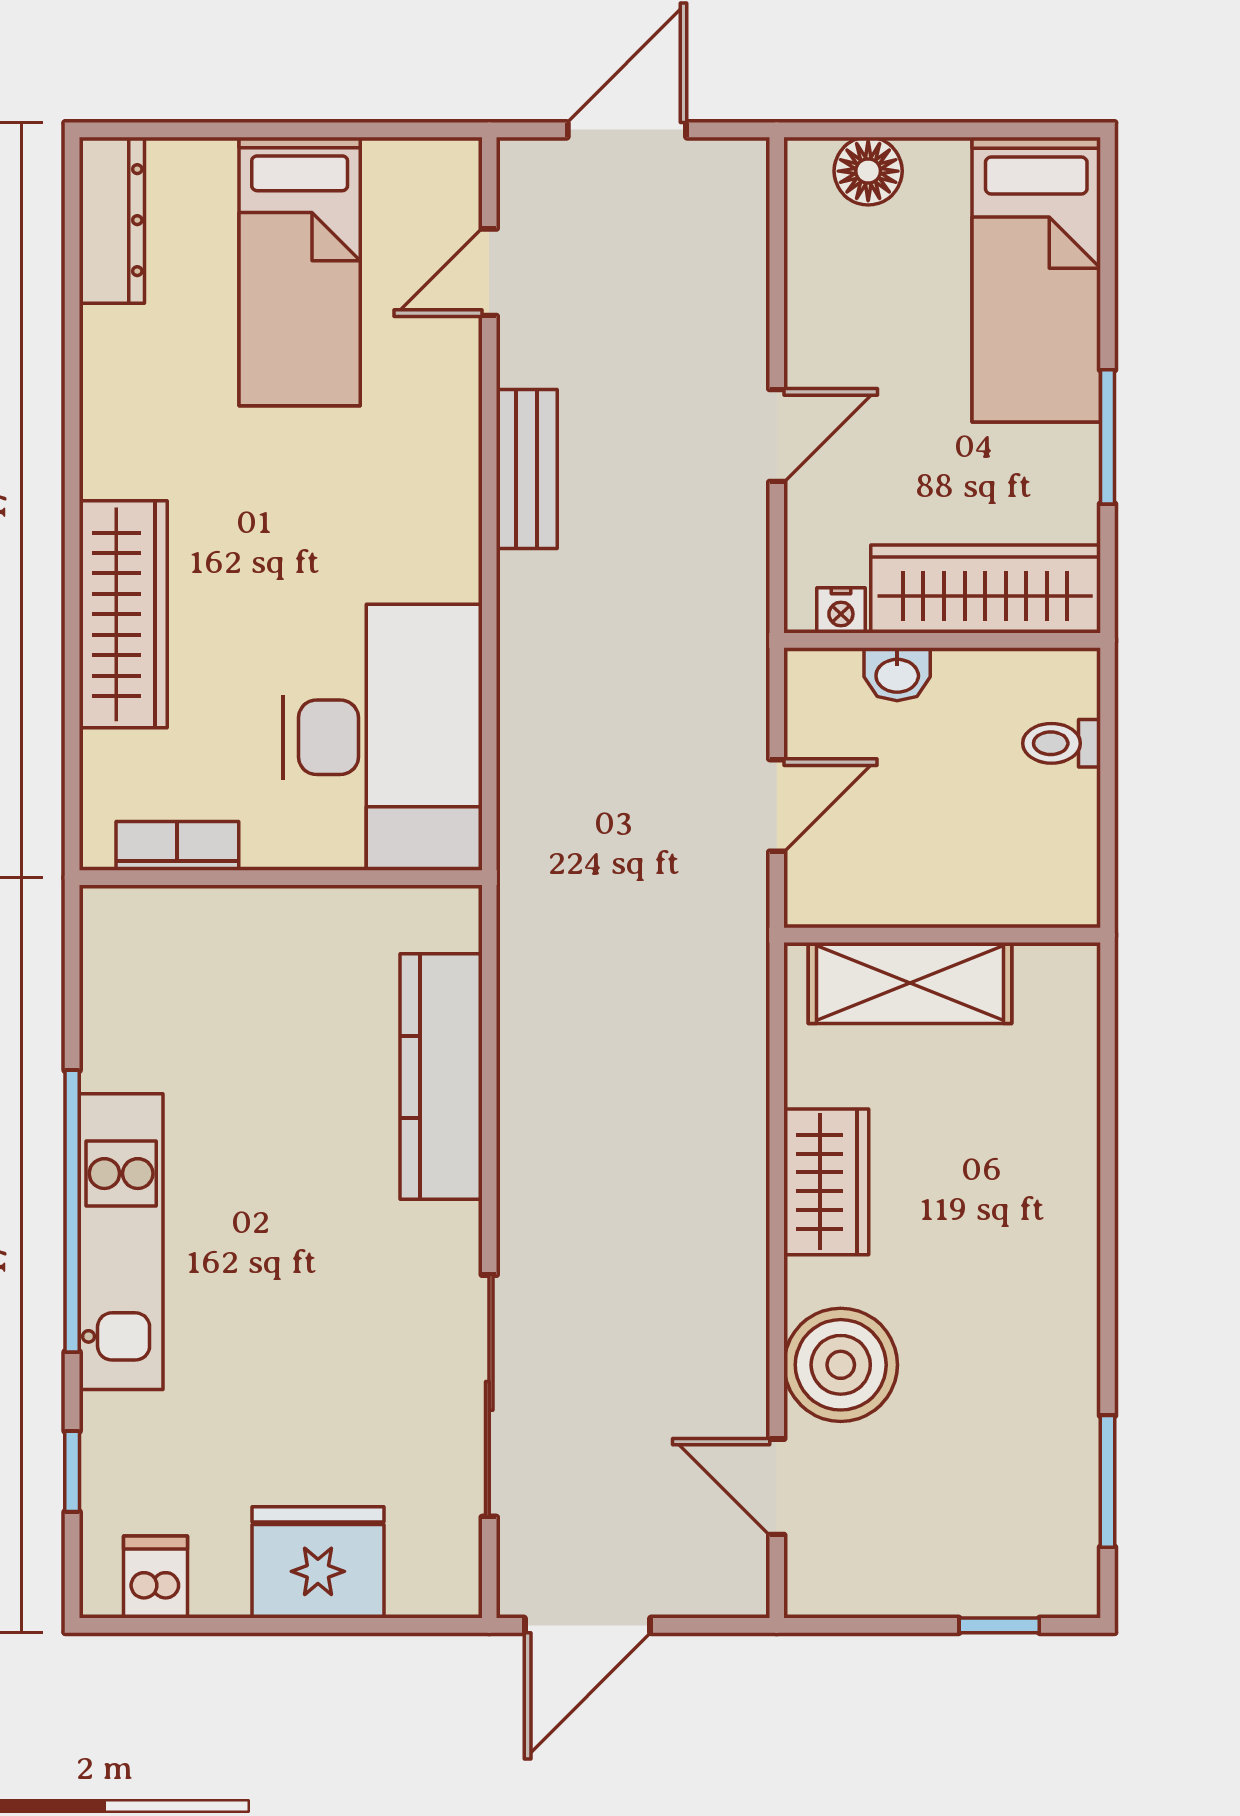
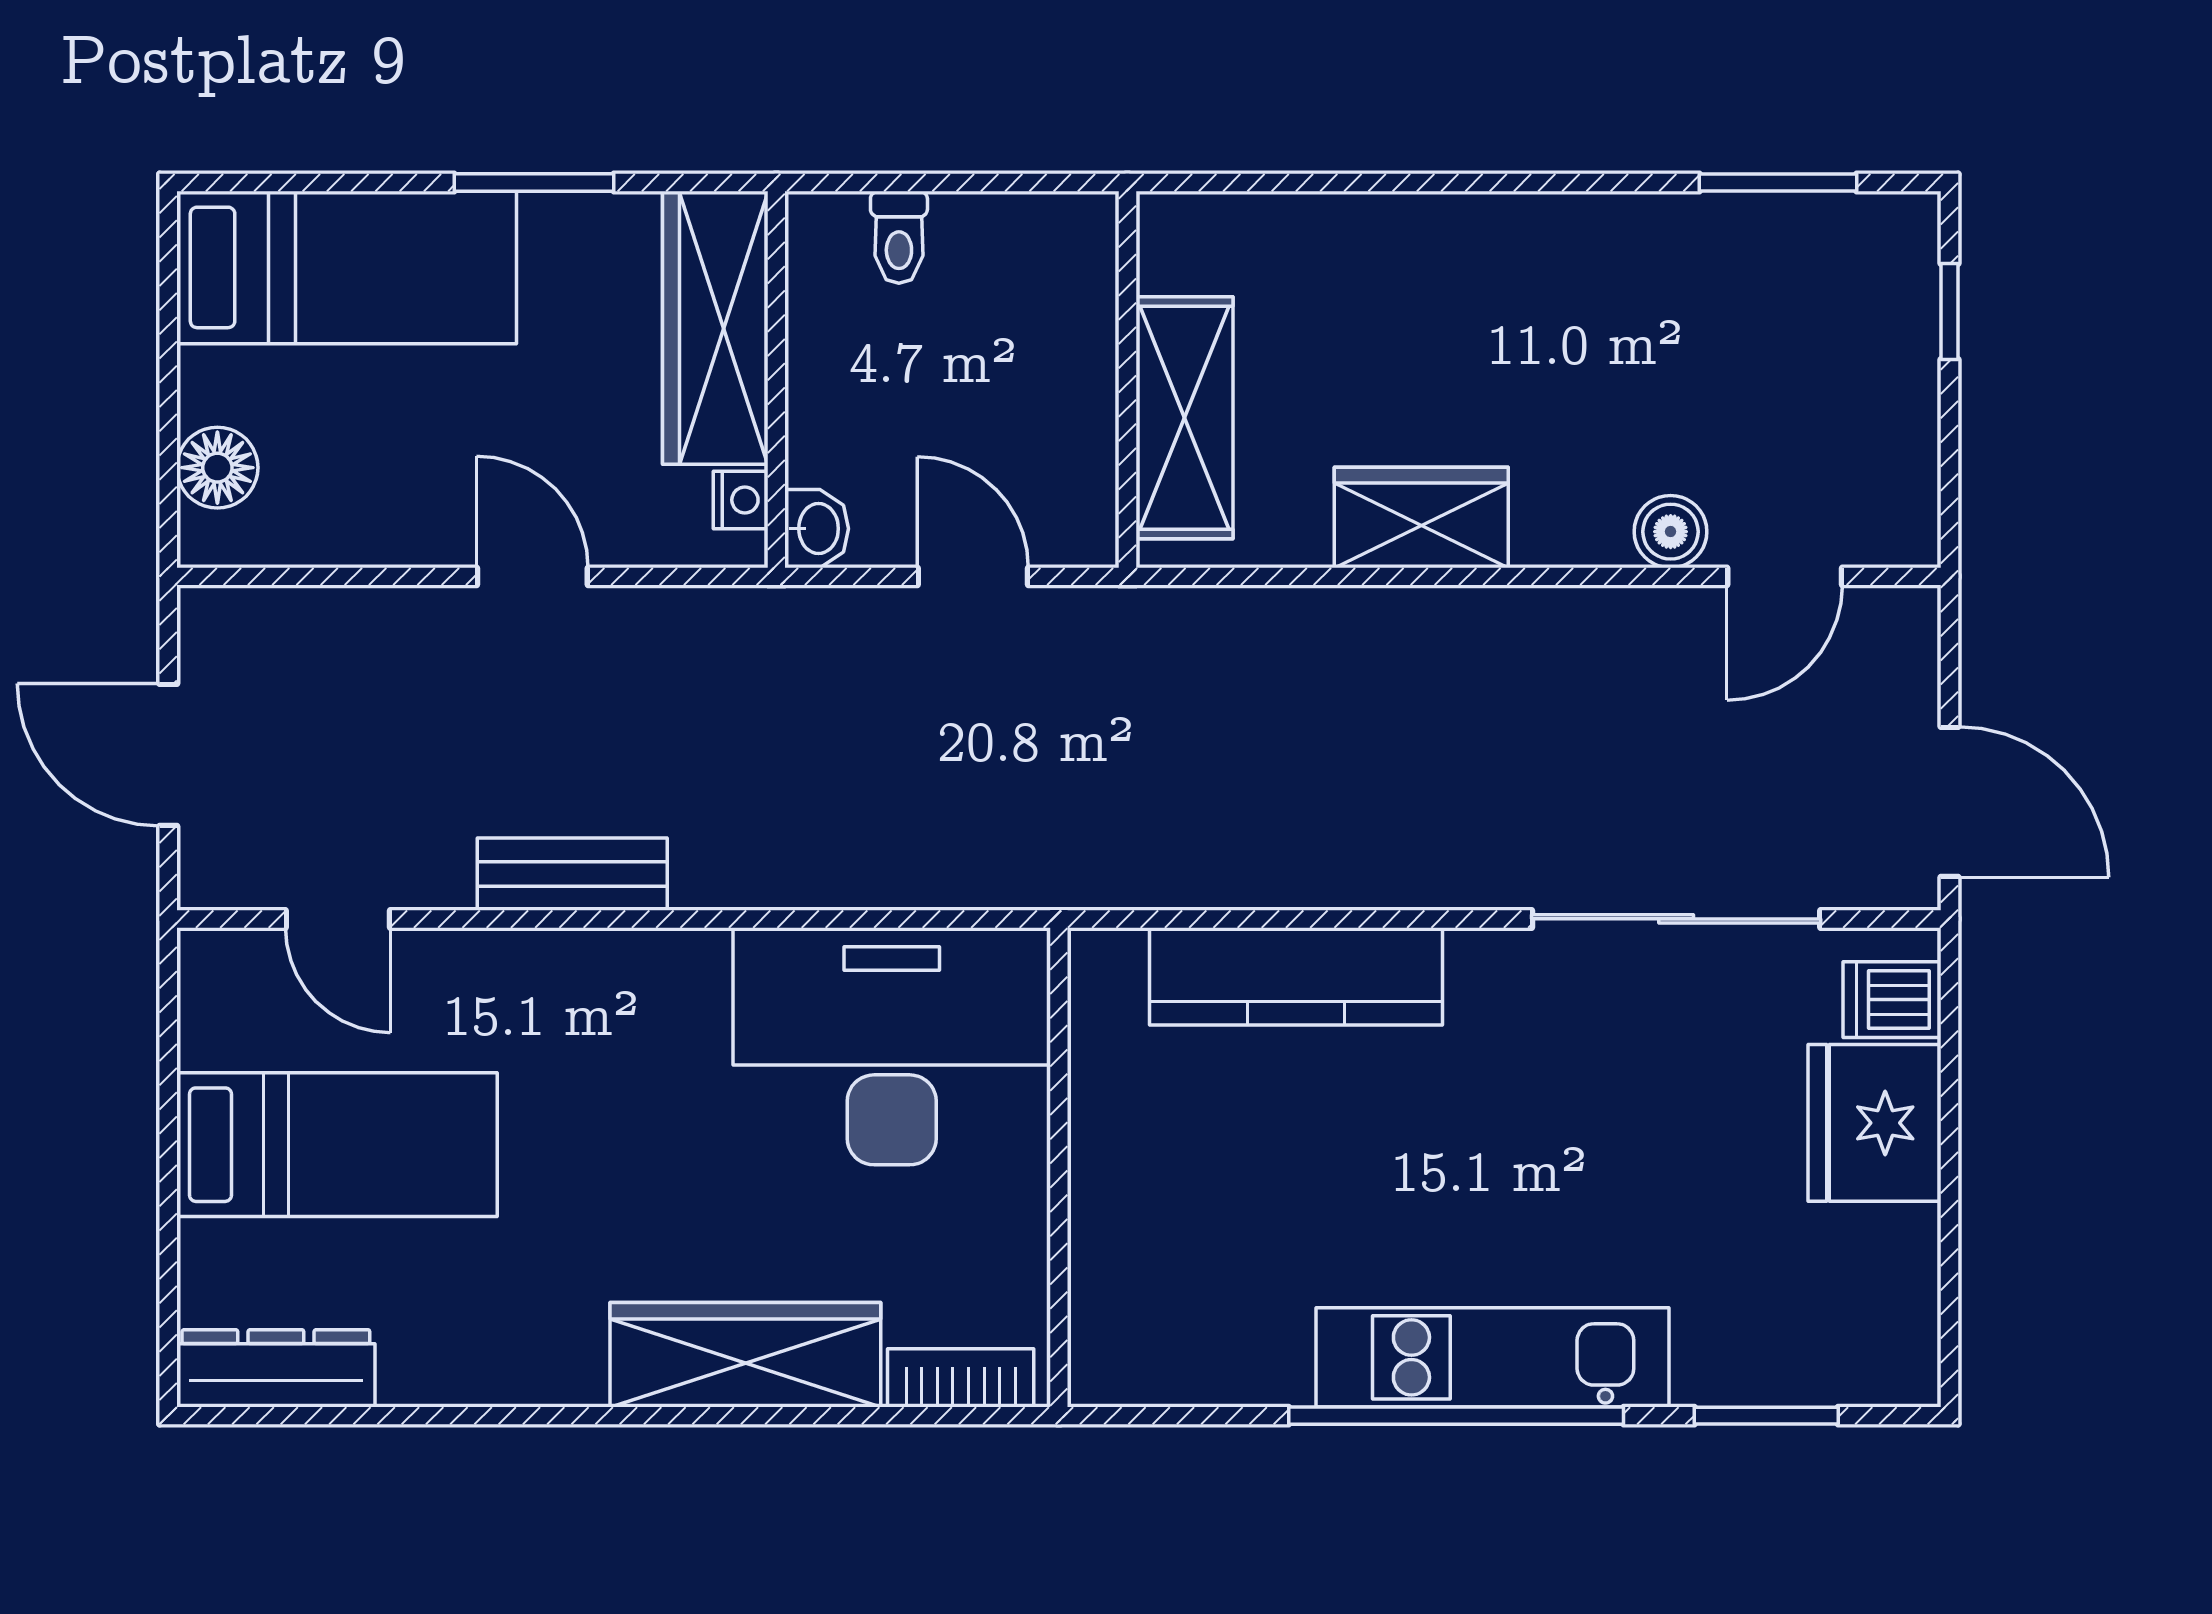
washbasin: (897, 674) -> (817, 529), moved
bookcase: (177, 846) -> (961, 1378), moved, turned 90
boiler: (841, 1365) -> (1671, 532), width x0.54, depth x0.54
window: (72, 1471) -> (1766, 1416), width x1.50
dishwasher: (155, 1577) -> (1892, 1000), moved

